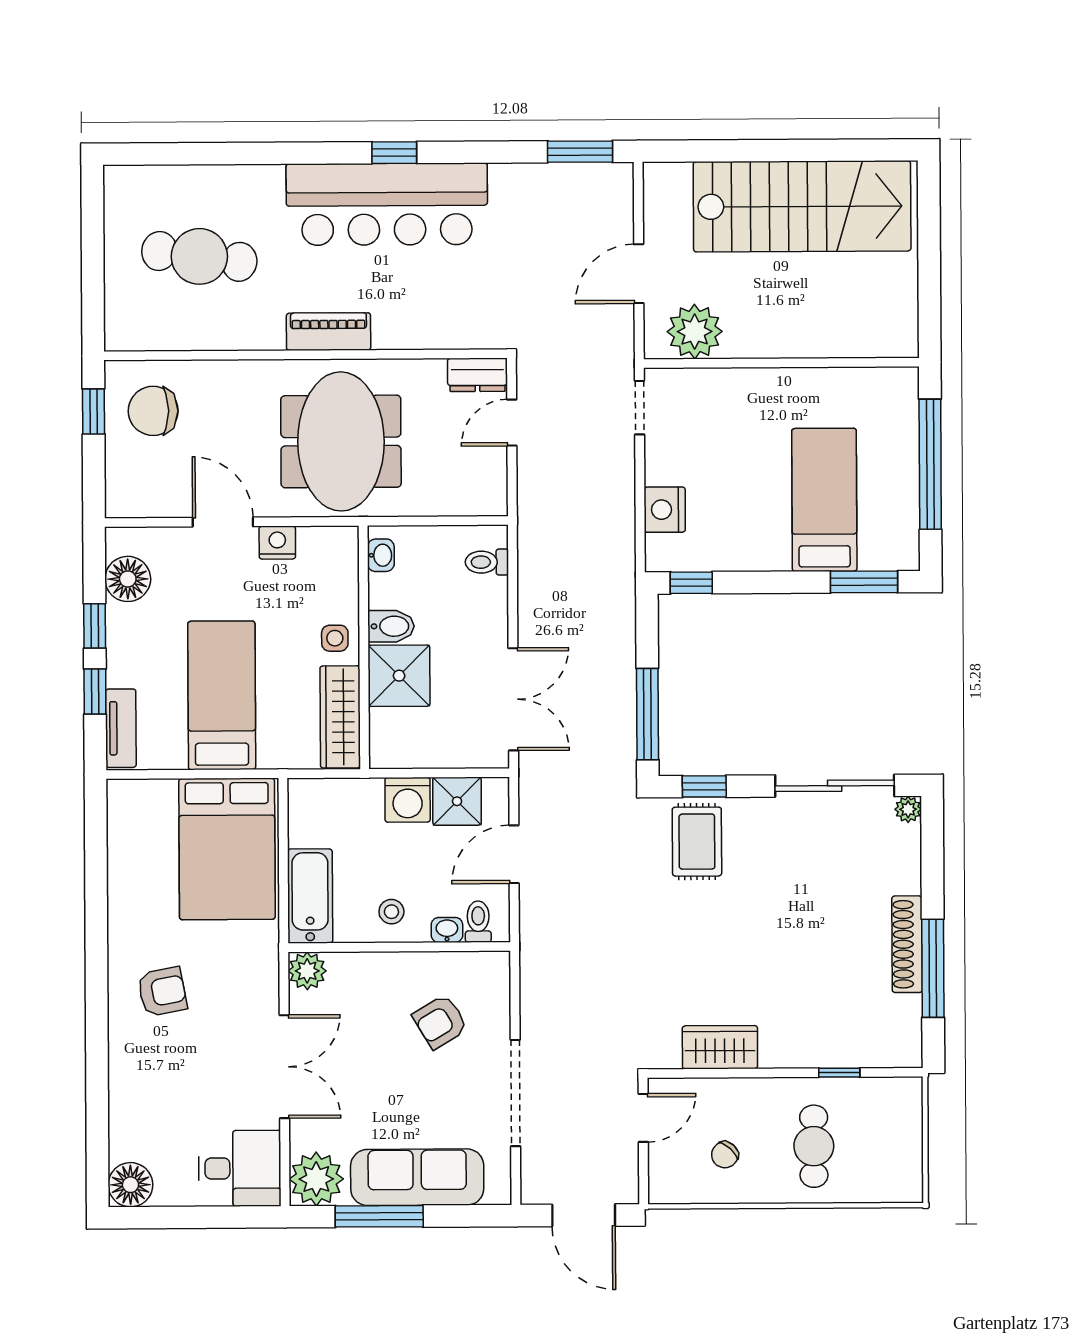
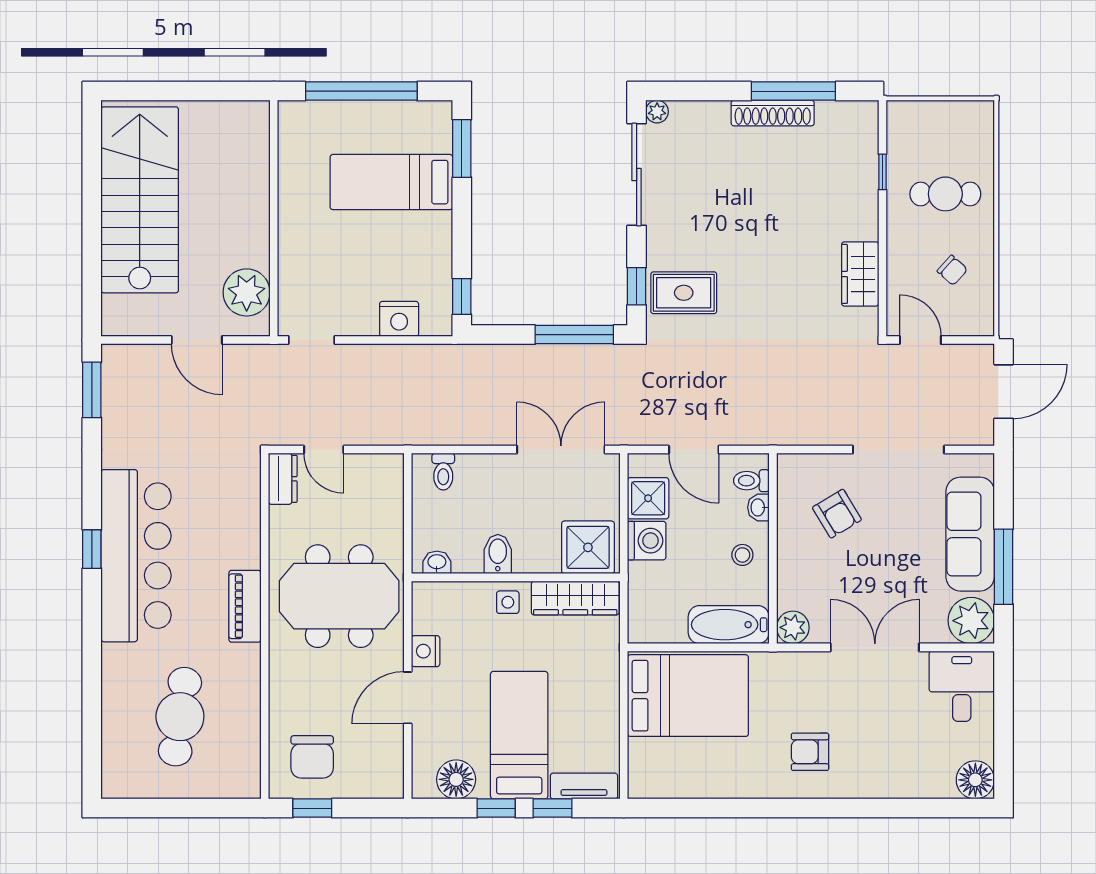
shower: (399, 676) -> (588, 547), moved
bed: (222, 695) -> (519, 735), moved, turned 90
armchair: (162, 992) -> (810, 752), turned -79

